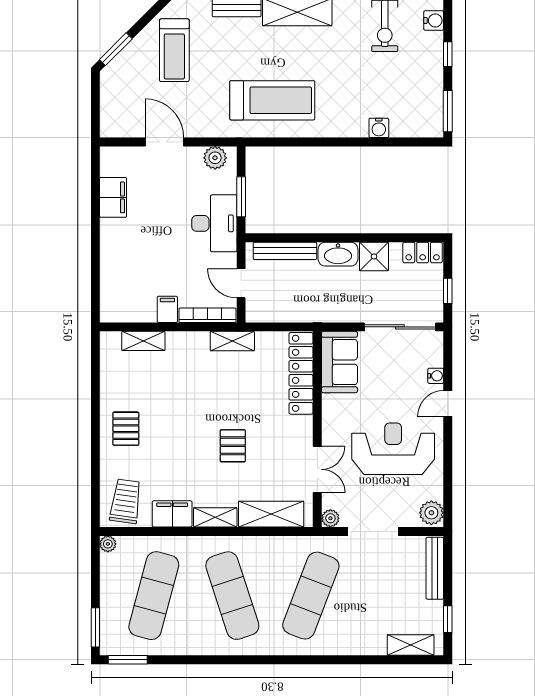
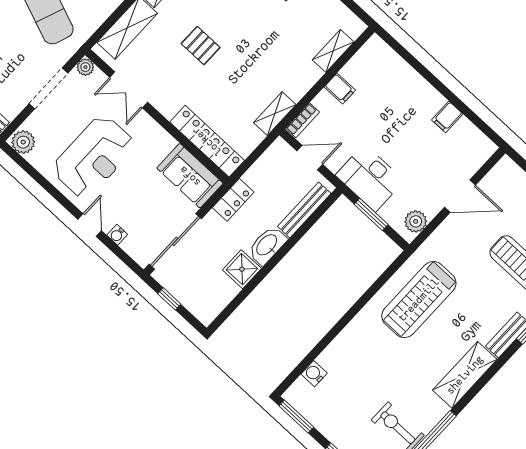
water cooler: (379, 128) -> (314, 374), moved
filing cabinet: (113, 197) -> (447, 117), width x0.50
locker: (423, 252) -> (233, 200), moved, turned 180
bookcase: (208, 315) -> (303, 120), width x0.64

